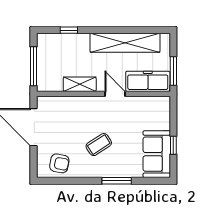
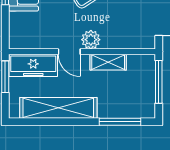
window: (69, 30) -> (120, 122), width x2.17
plant: (95, 105) -> (91, 40), added

